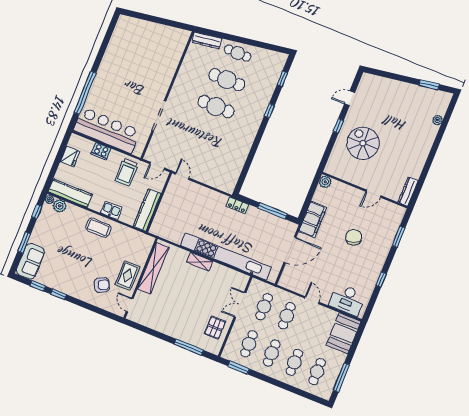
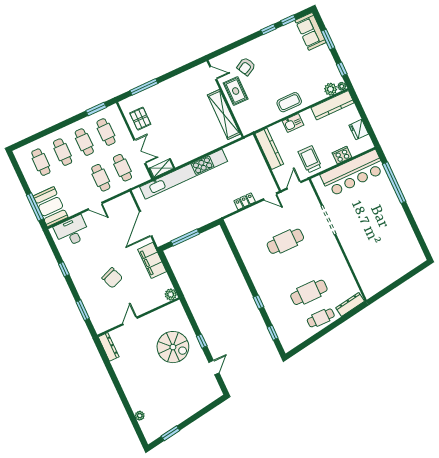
cafe table: (216, 106) -> (285, 241), moved
locker: (237, 205) -> (245, 201), moved
shelving: (200, 262) -> (162, 168), moved
window: (341, 378) -> (35, 207), moved

